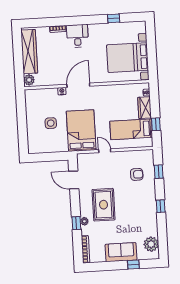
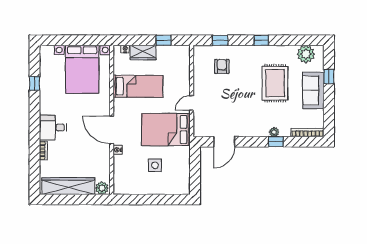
bed: (131, 129) -> (138, 86), moved, turned -90
rug: (104, 205) -> (275, 83), moved, turned 90

